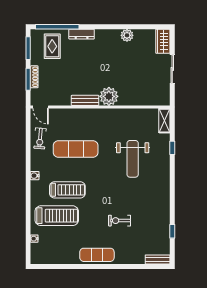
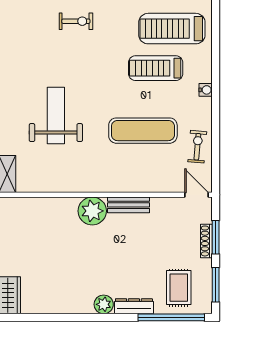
plant: (127, 35) -> (104, 304), moved

